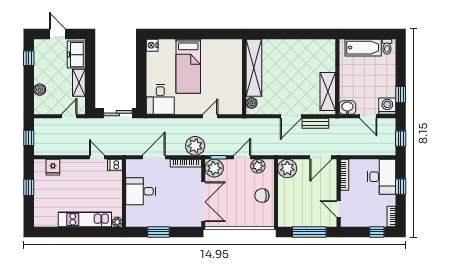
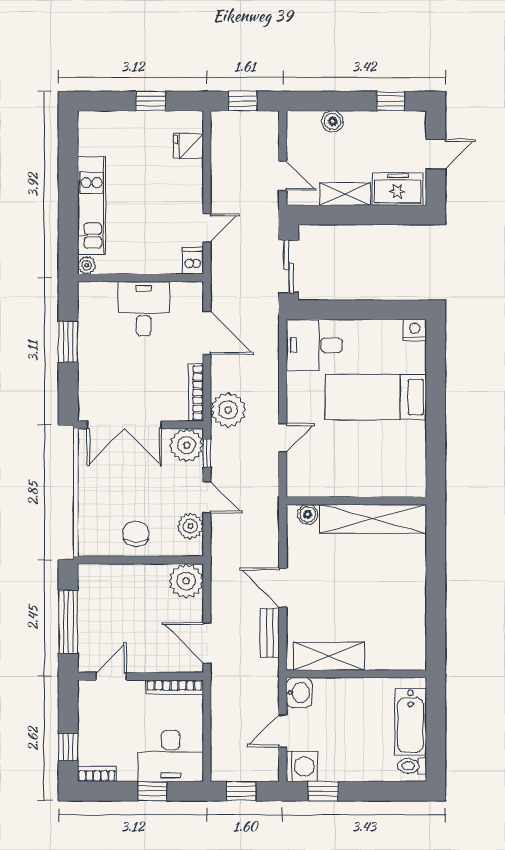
door: (210, 116) -> (283, 438), hinge flipped

